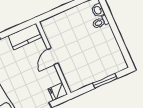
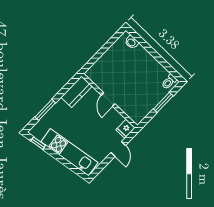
toilet: (100, 22) -> (169, 82), moved

